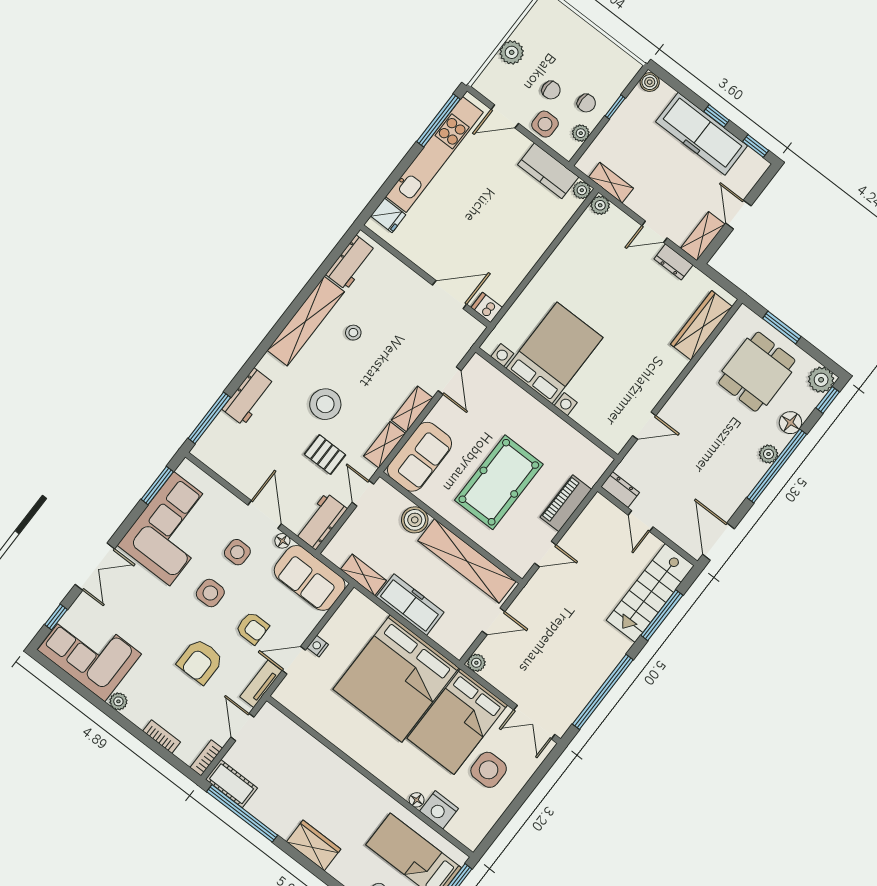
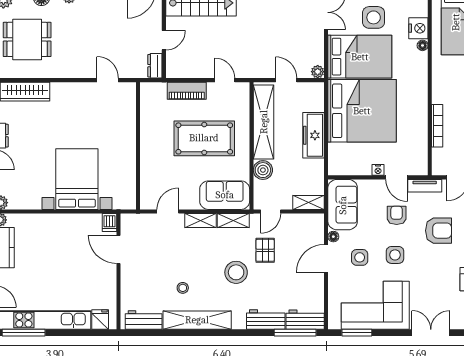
bed with nightstands: (555, 353) -> (77, 179), moved, turned 90
workbench: (321, 521) -> (305, 320), moved, turned 180
shelving: (363, 575) -> (308, 202), moved, turned 90
bookcase: (316, 748) -> (437, 126), added

